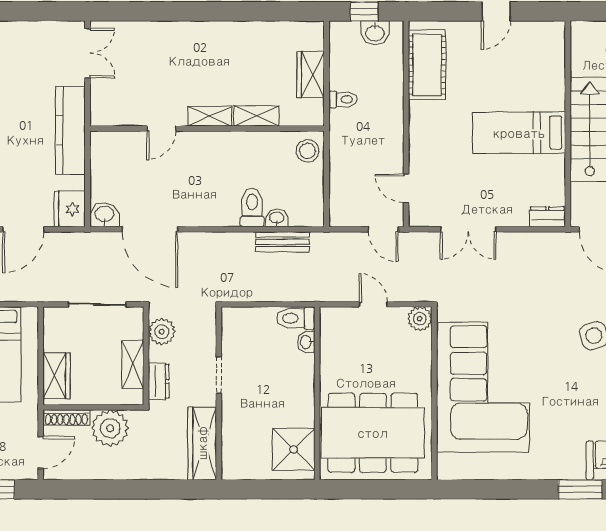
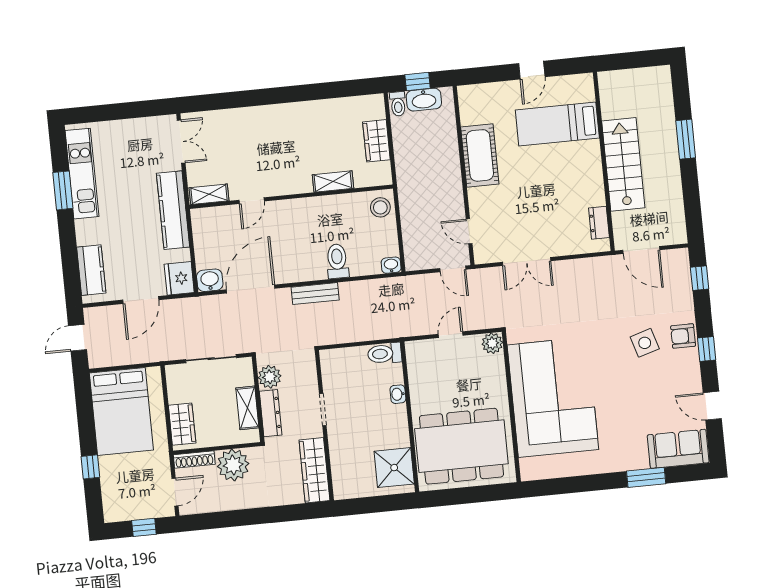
washbasin: (375, 33) -> (424, 100), width x1.38
cot: (427, 65) -> (480, 155), moved
toilet: (343, 99) -> (398, 104), moved, turned 90
shelving: (210, 116) -> (209, 194), moved
bed: (519, 133) -> (557, 124), moved
dresser: (547, 217) -> (599, 223), moved, turned -90
washbasin: (277, 218) -> (391, 265), moved
door: (150, 229) -> (251, 289), swing flipped
bench: (283, 242) -> (315, 294), moved
door: (373, 304) -> (451, 335), hinge flipped
washbasin: (306, 342) -> (398, 394), moved
dresser: (159, 381) -> (271, 413), width x1.44

